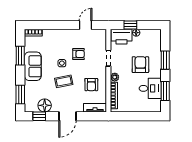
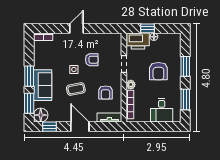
door: (86, 25) -> (77, 28), moved
window: (20, 56) -> (29, 76), moved
armchair: (140, 65) -> (158, 71), turned 180
sofa: (33, 66) -> (43, 85), moved
desk: (150, 88) -> (162, 110), moved, turned 90
floor lamp: (45, 105) -> (41, 115), moved
door: (67, 116) -> (80, 127), swing flipped

